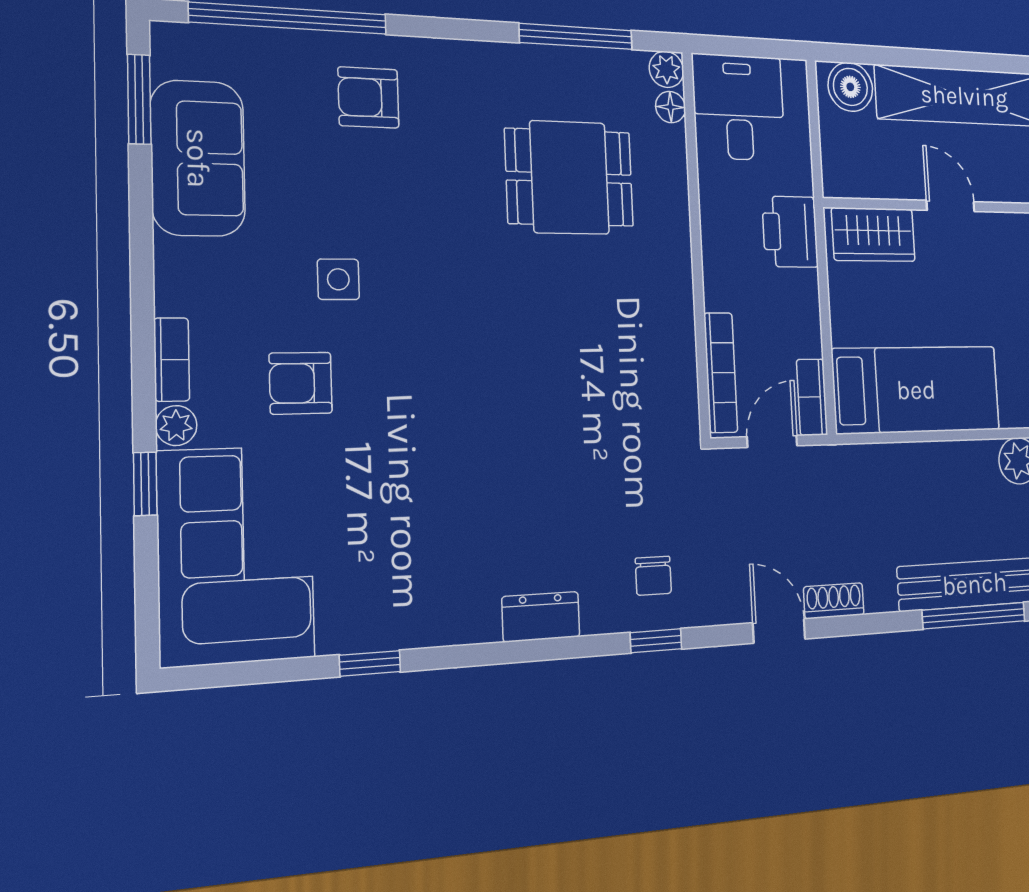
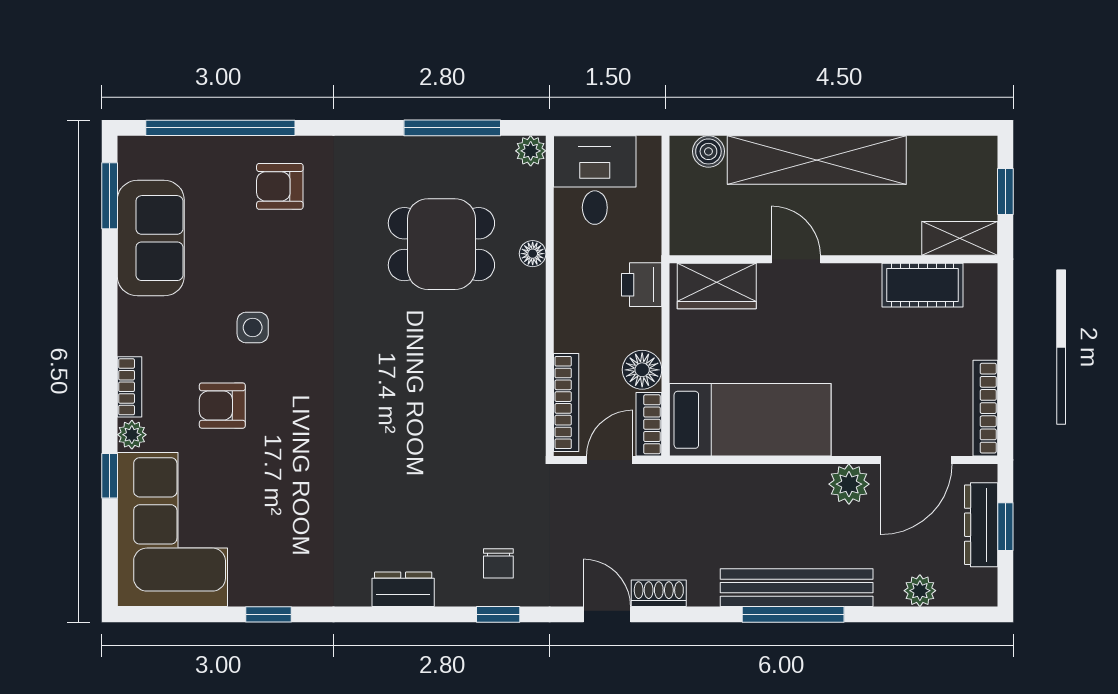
boiler: (850, 87) -> (708, 151), width x0.73, depth x0.73
floor lamp: (671, 107) -> (533, 254), moved
printer: (790, 232) -> (642, 285), width x0.73, depth x0.81
floor lamp: (801, 332) -> (642, 370), added

